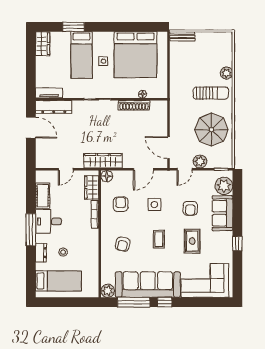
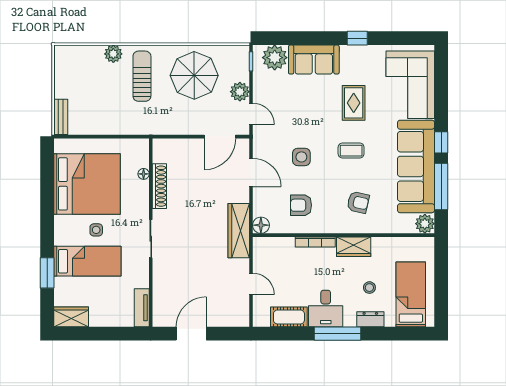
dresser: (54, 107) -> (162, 301), removed
wardrobe: (92, 187) -> (354, 247), moved
armchair: (190, 208) -> (307, 106), removed
rug: (192, 241) -> (354, 103), turned 90

